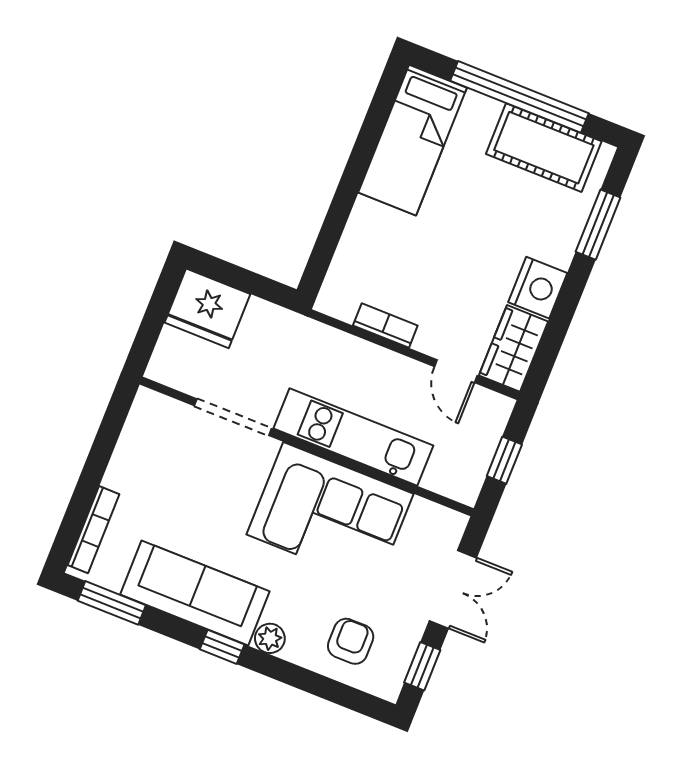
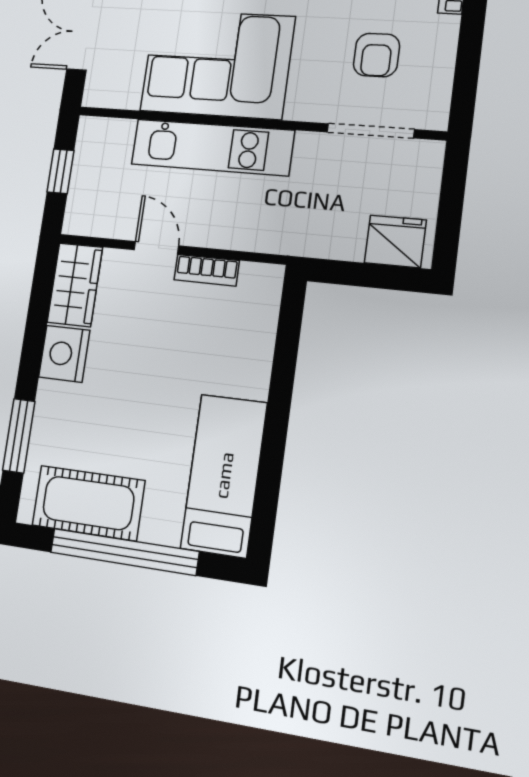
fridge: (207, 308) -> (395, 241), width x0.73, depth x0.75
door: (456, 371) -> (156, 248), moved
doorway: (233, 417) -> (370, 131), moved
armchair: (183, 474) -> (377, 55), added

